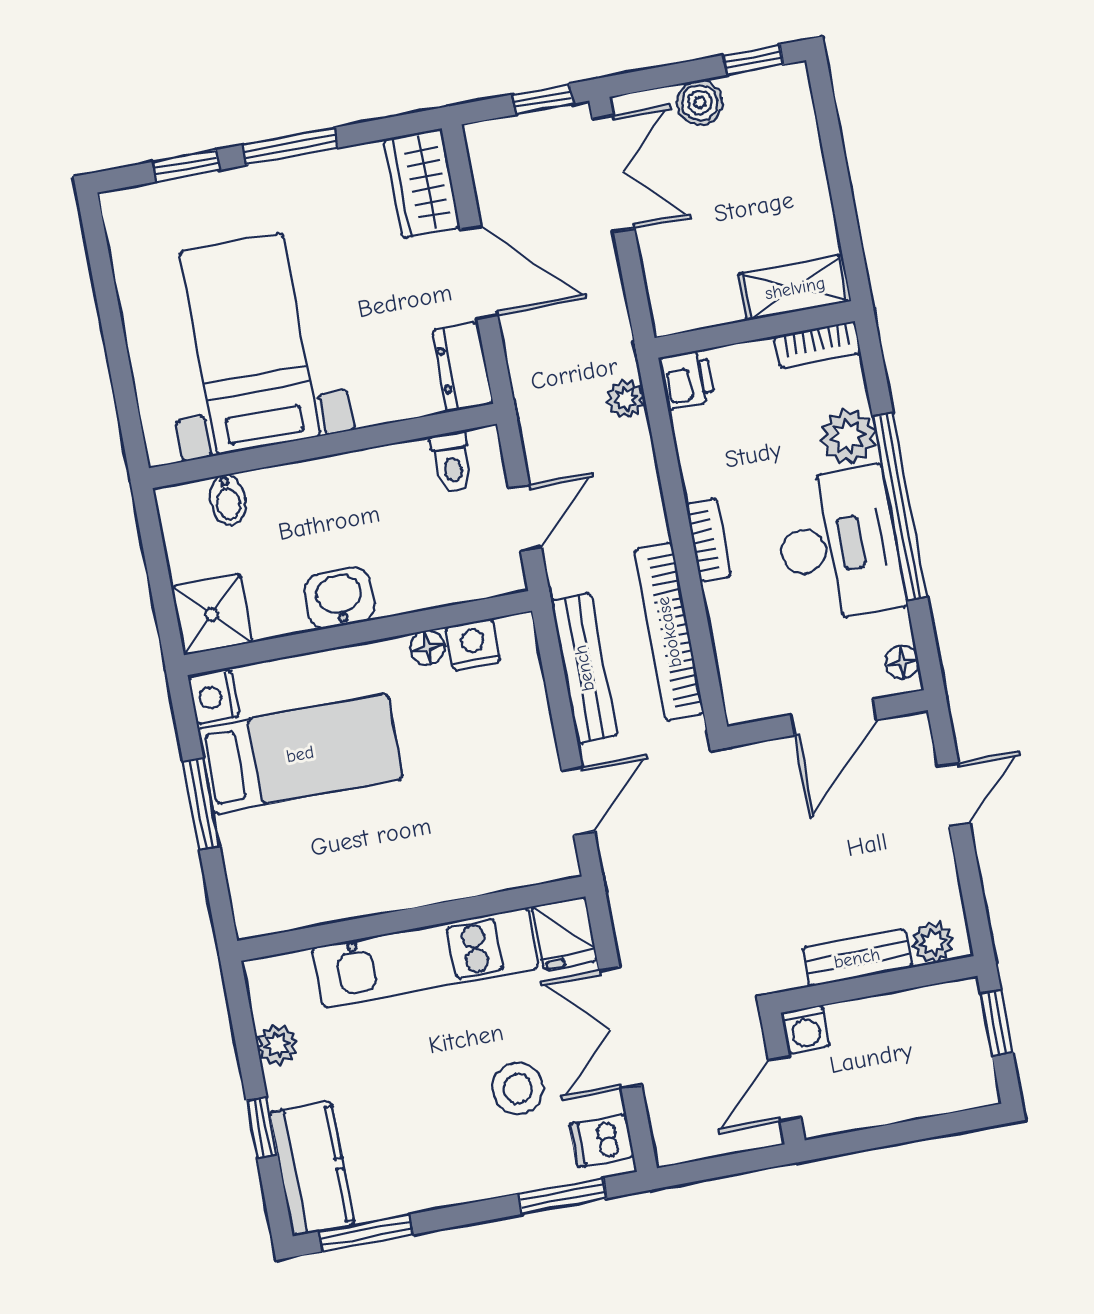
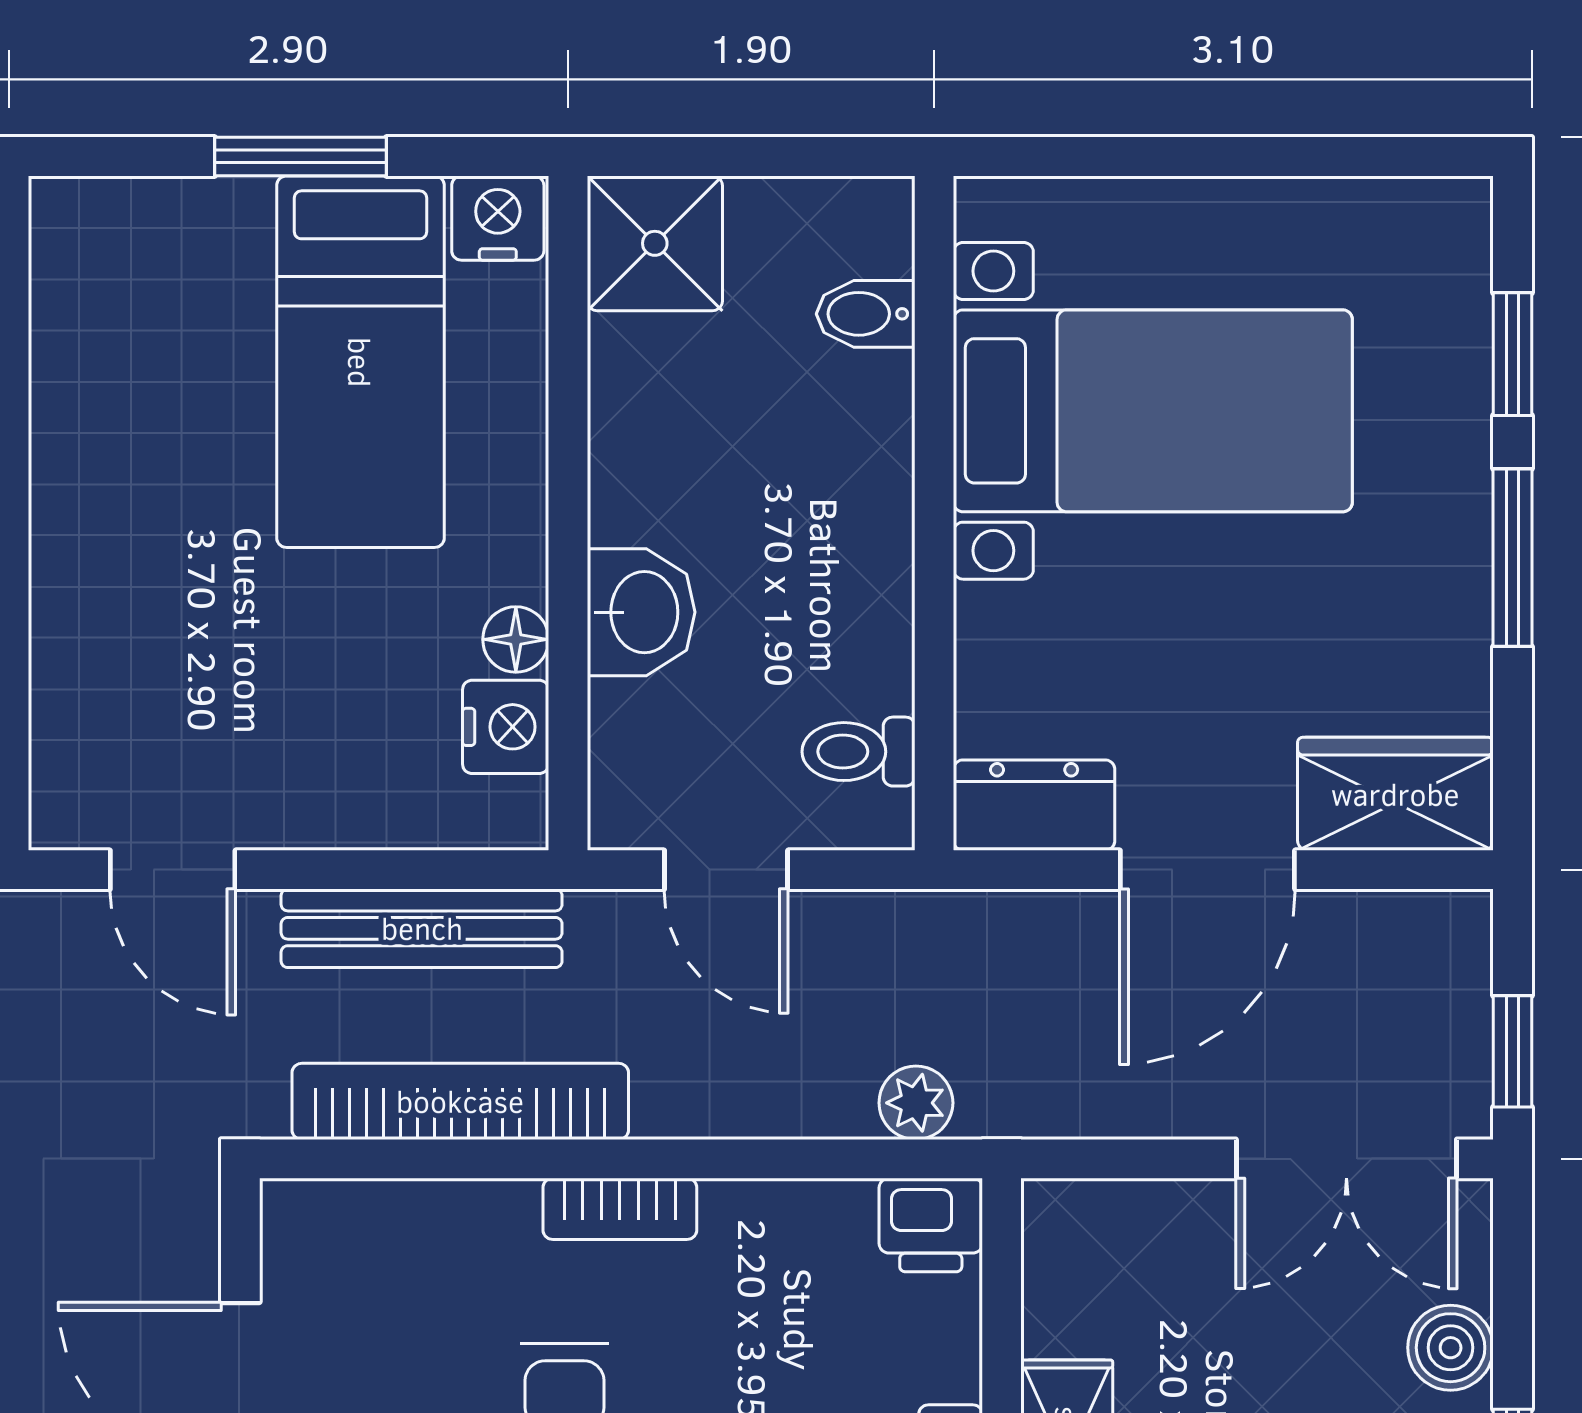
washbasin: (339, 598) -> (641, 612), moved

